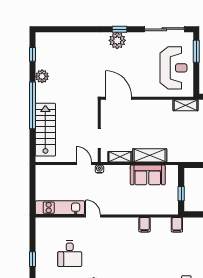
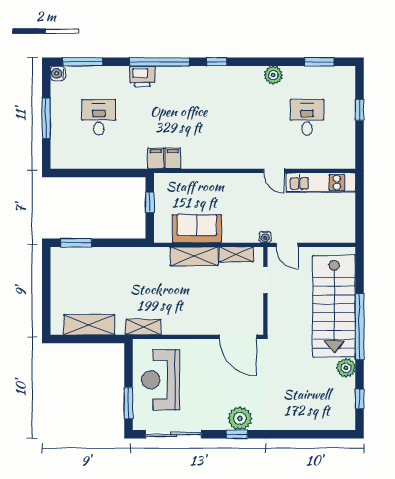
stairs: (45, 130) -> (334, 306), width x1.36, depth x1.51
filing cabinet: (144, 225) -> (173, 158), moved

